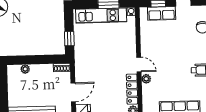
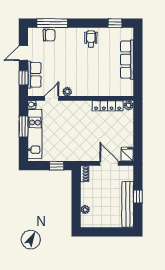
door: (139, 65) -> (52, 98), moved
plant: (146, 79) -> (67, 92), moved

